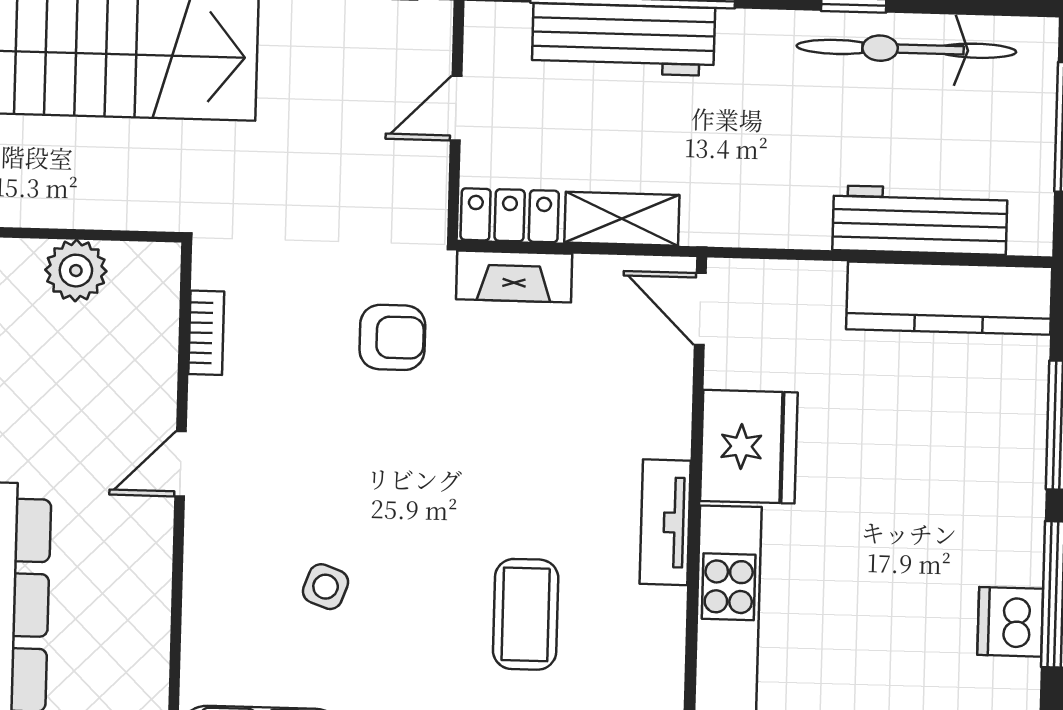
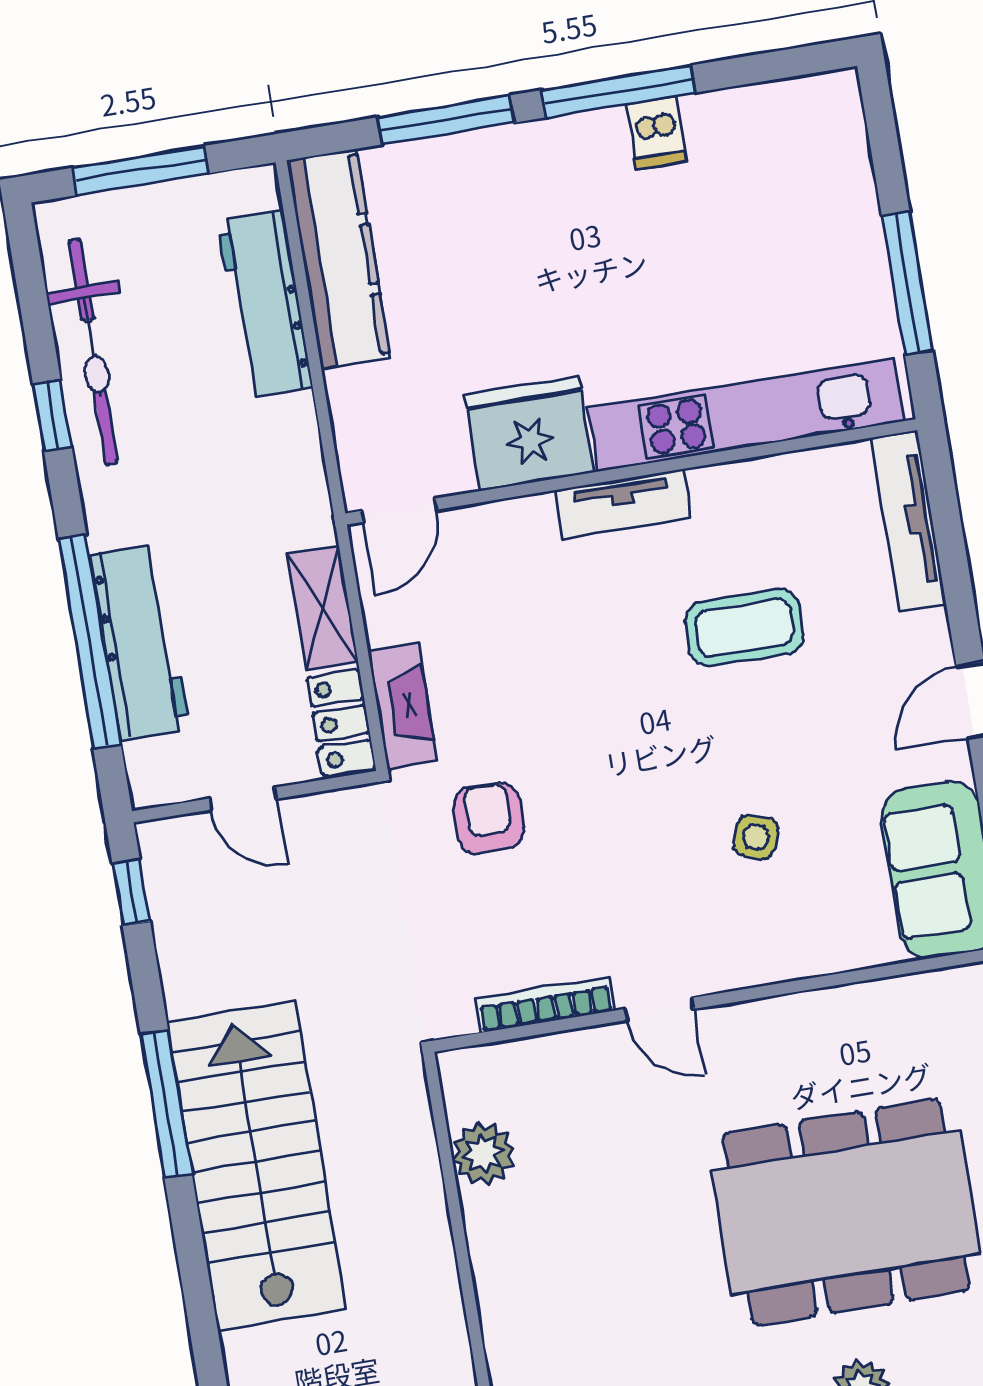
bookcase: (206, 333) -> (545, 1005), width x1.56
dishwasher: (1010, 622) -> (656, 133), width x0.73

